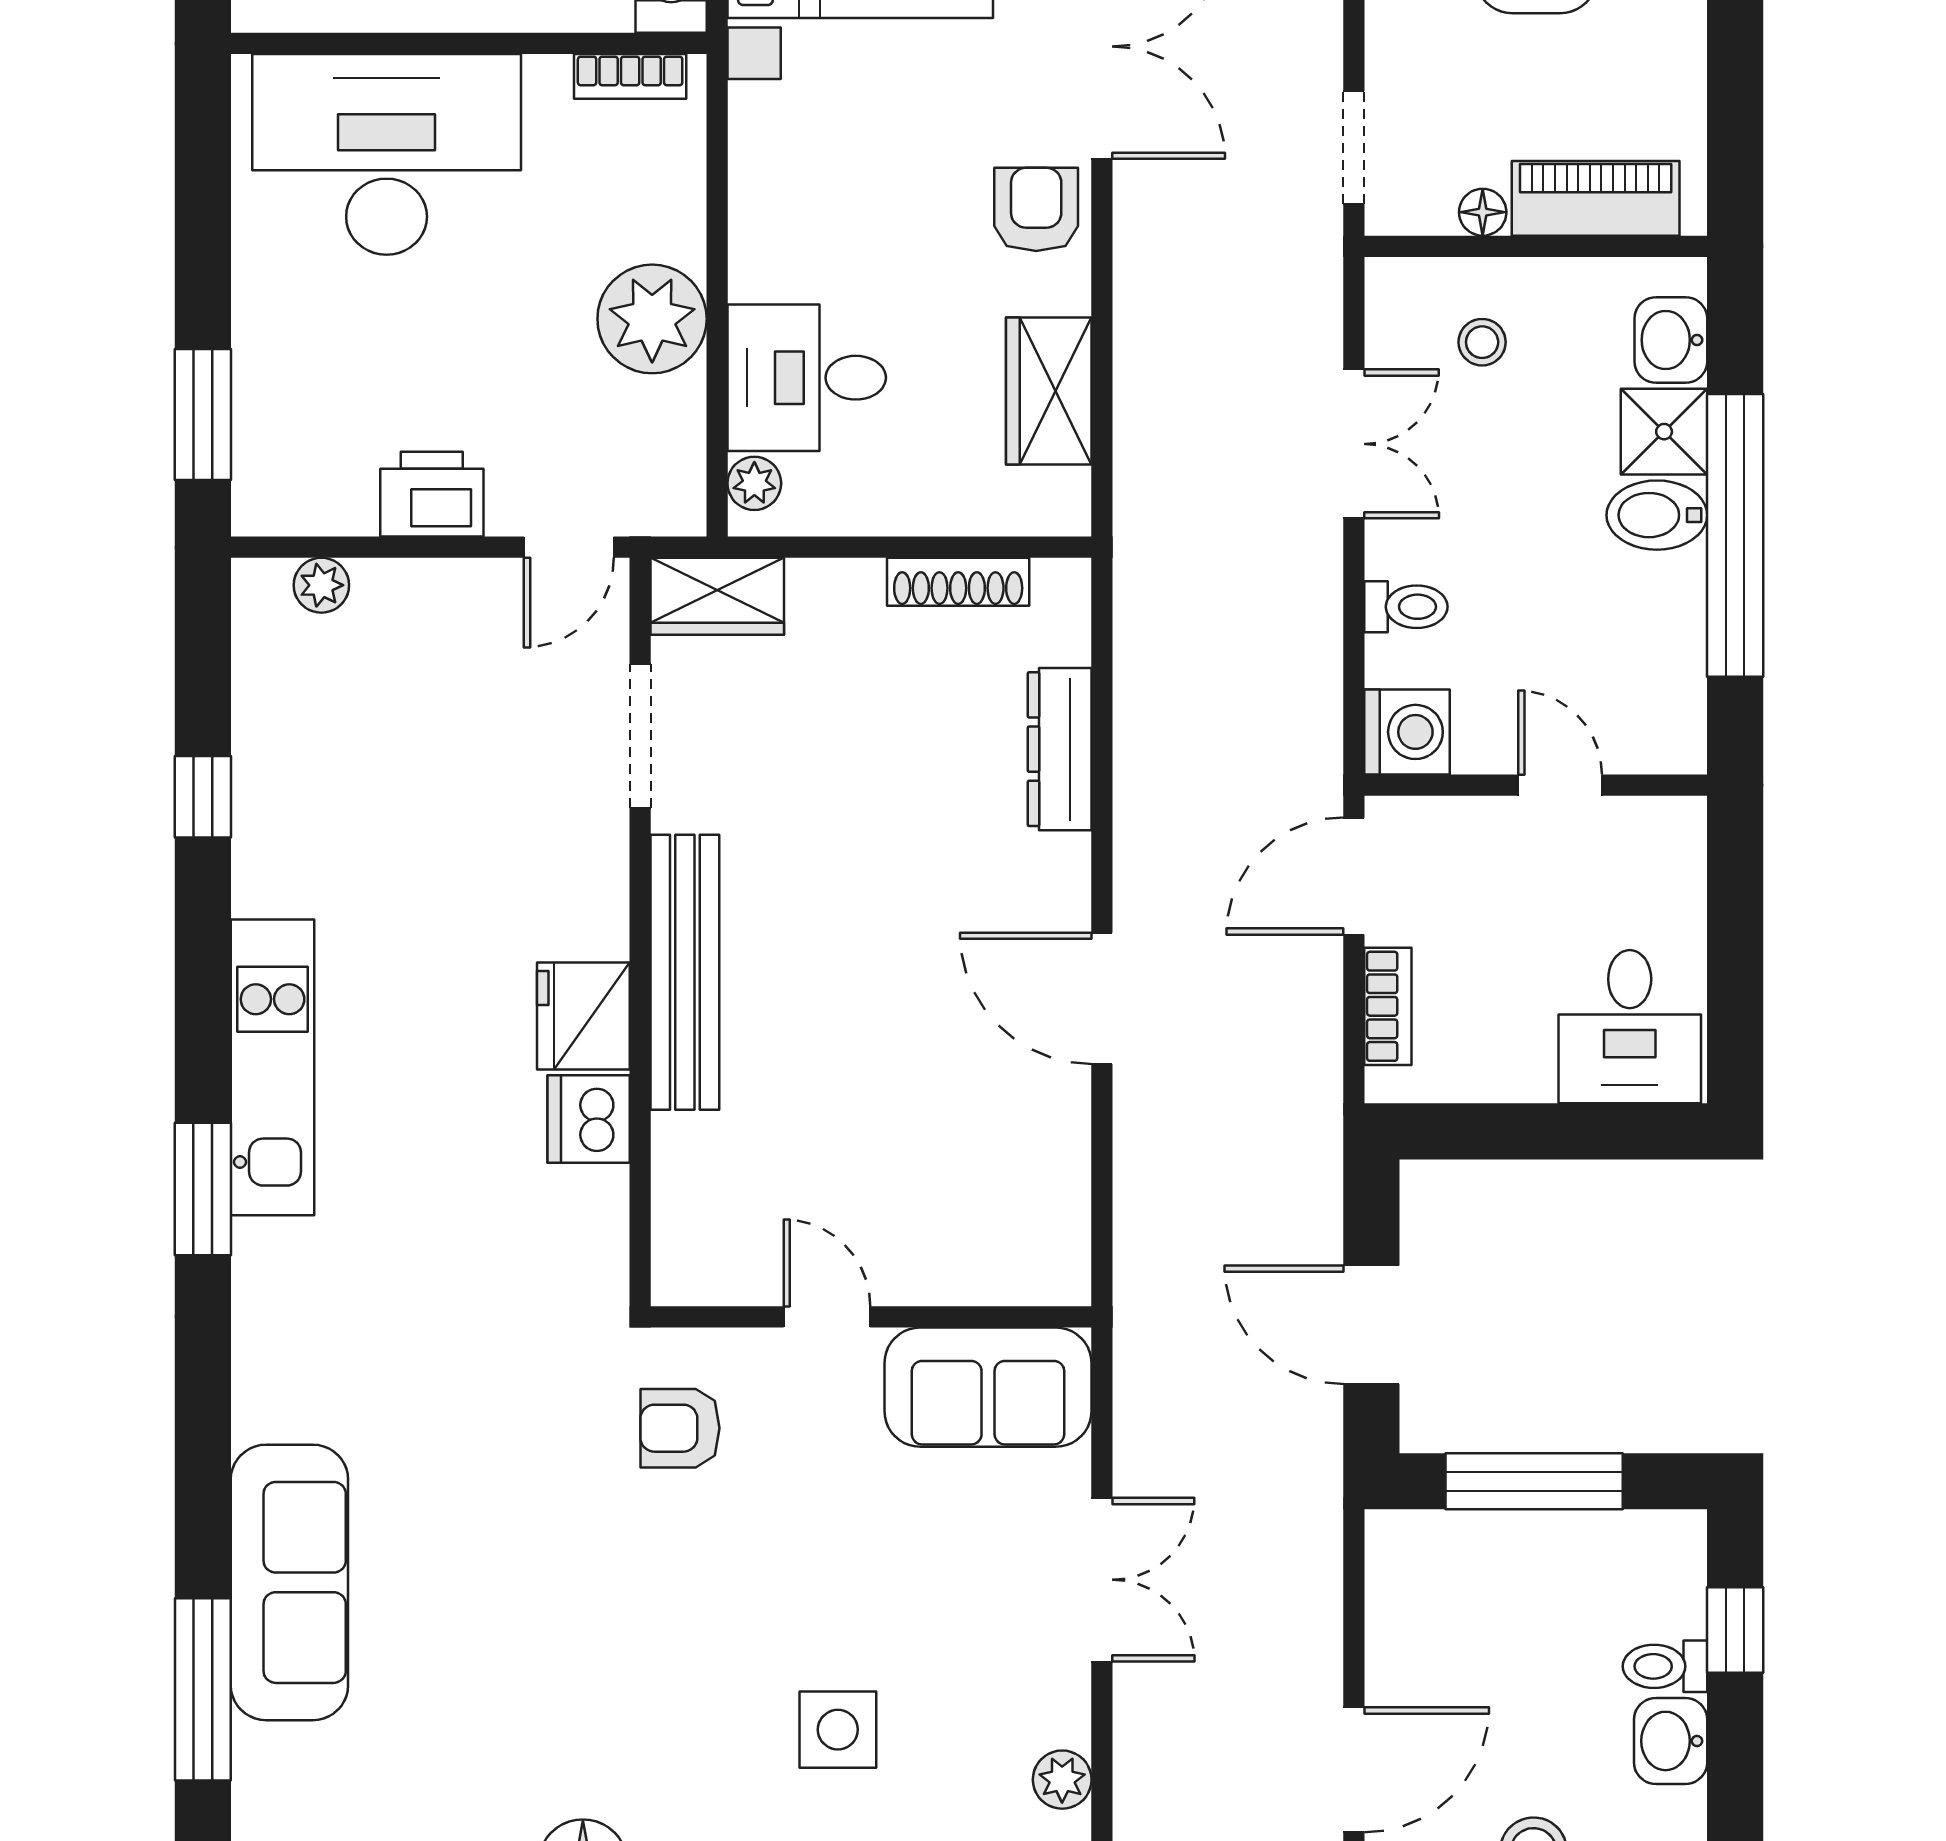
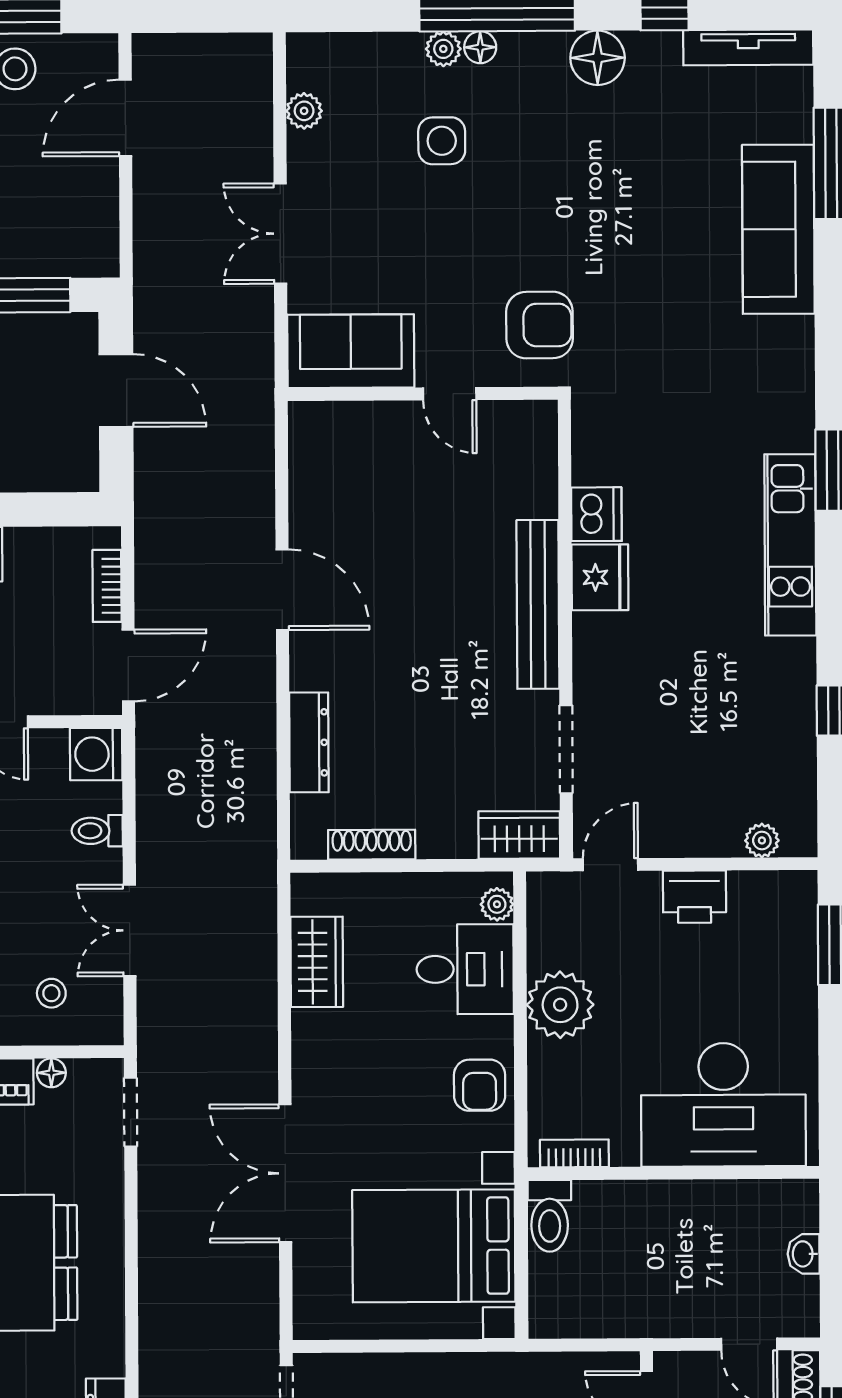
armchair: (1036, 209) -> (480, 1085), moved
armchair: (680, 1428) -> (539, 325), width x1.38, depth x1.38

